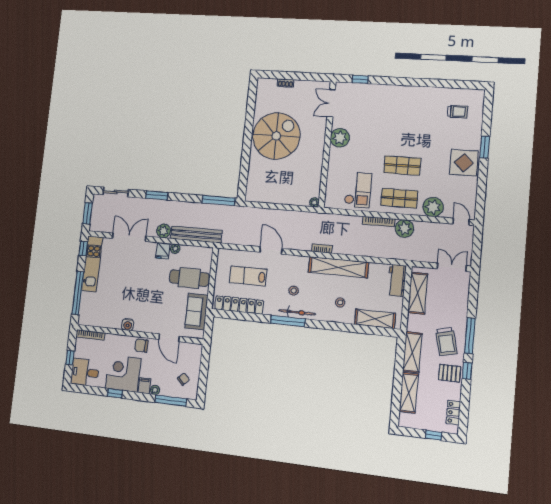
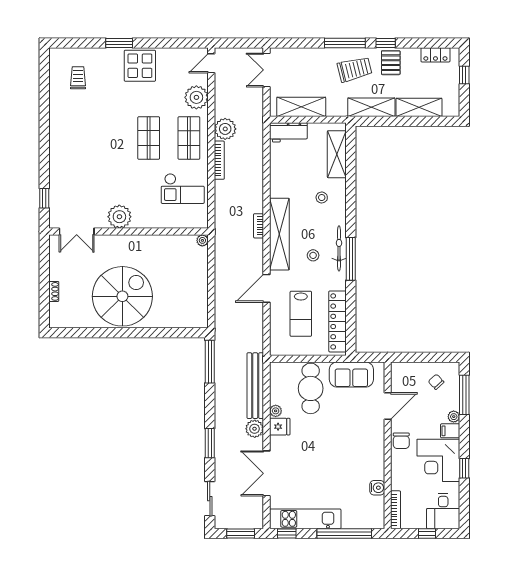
spiral stairs: (276, 136) -> (122, 296), turned 90
checkout: (358, 190) -> (183, 189), turned 180
shelving: (338, 267) -> (279, 234), moved
water cooler: (128, 325) -> (377, 488), moved

